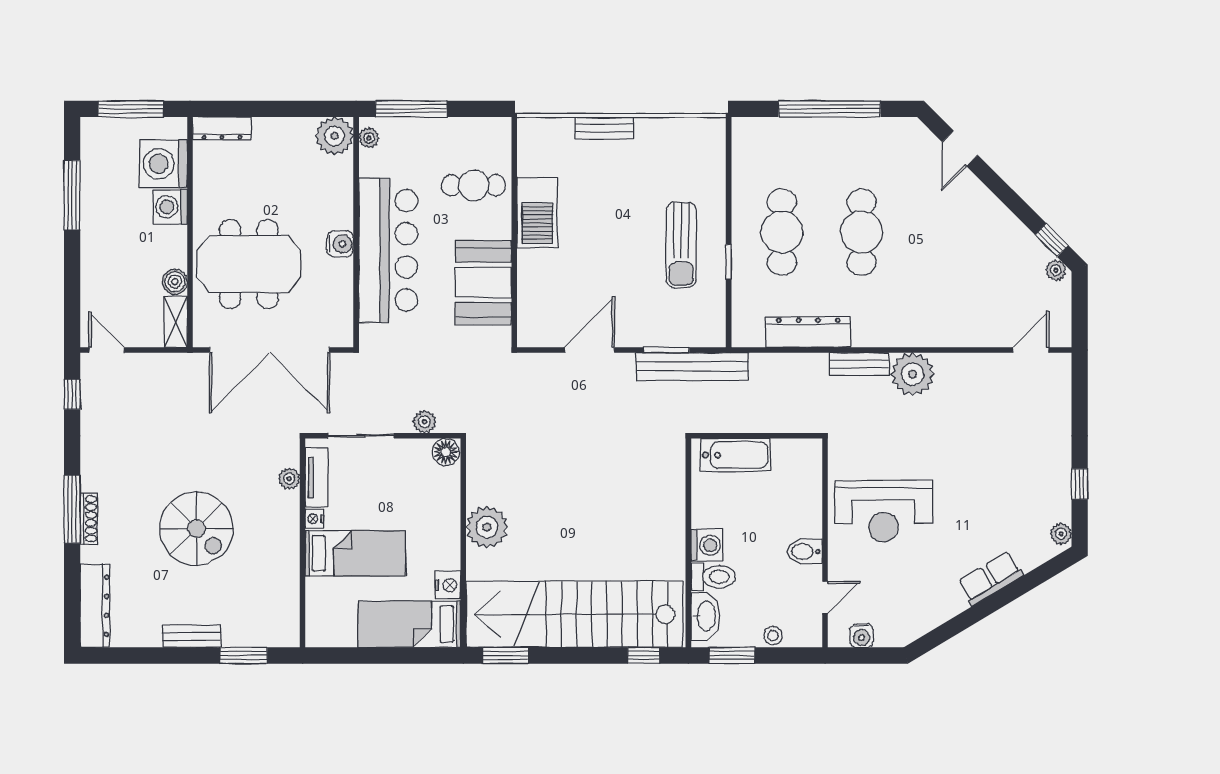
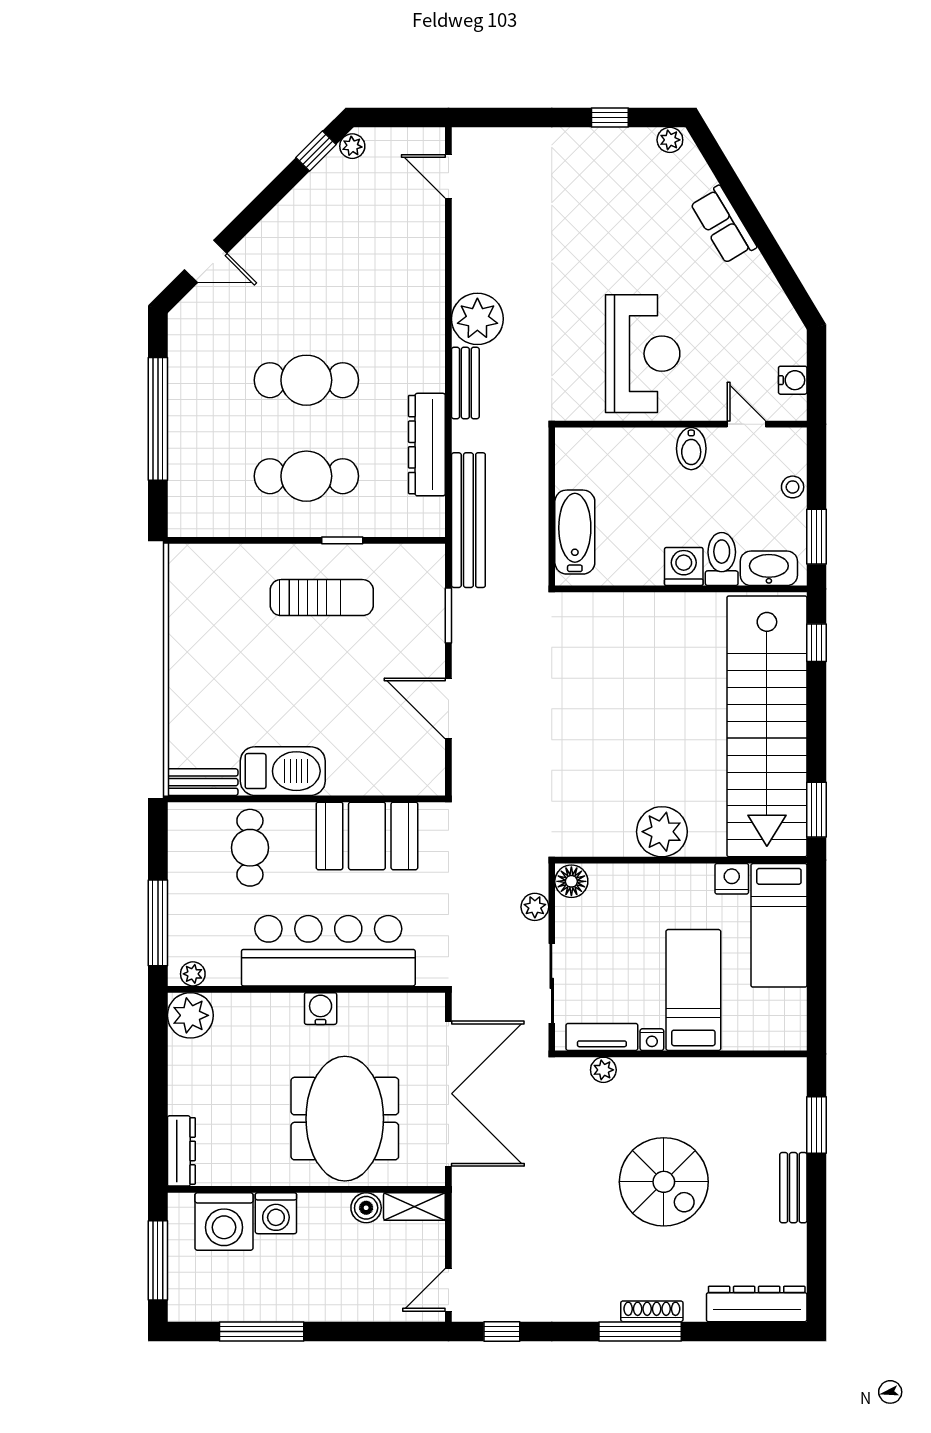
bench: (605, 128) -> (203, 782), moved, turned 90
bench: (692, 367) -> (468, 520), moved
spiral stairs: (196, 529) -> (664, 1182), turned 90

